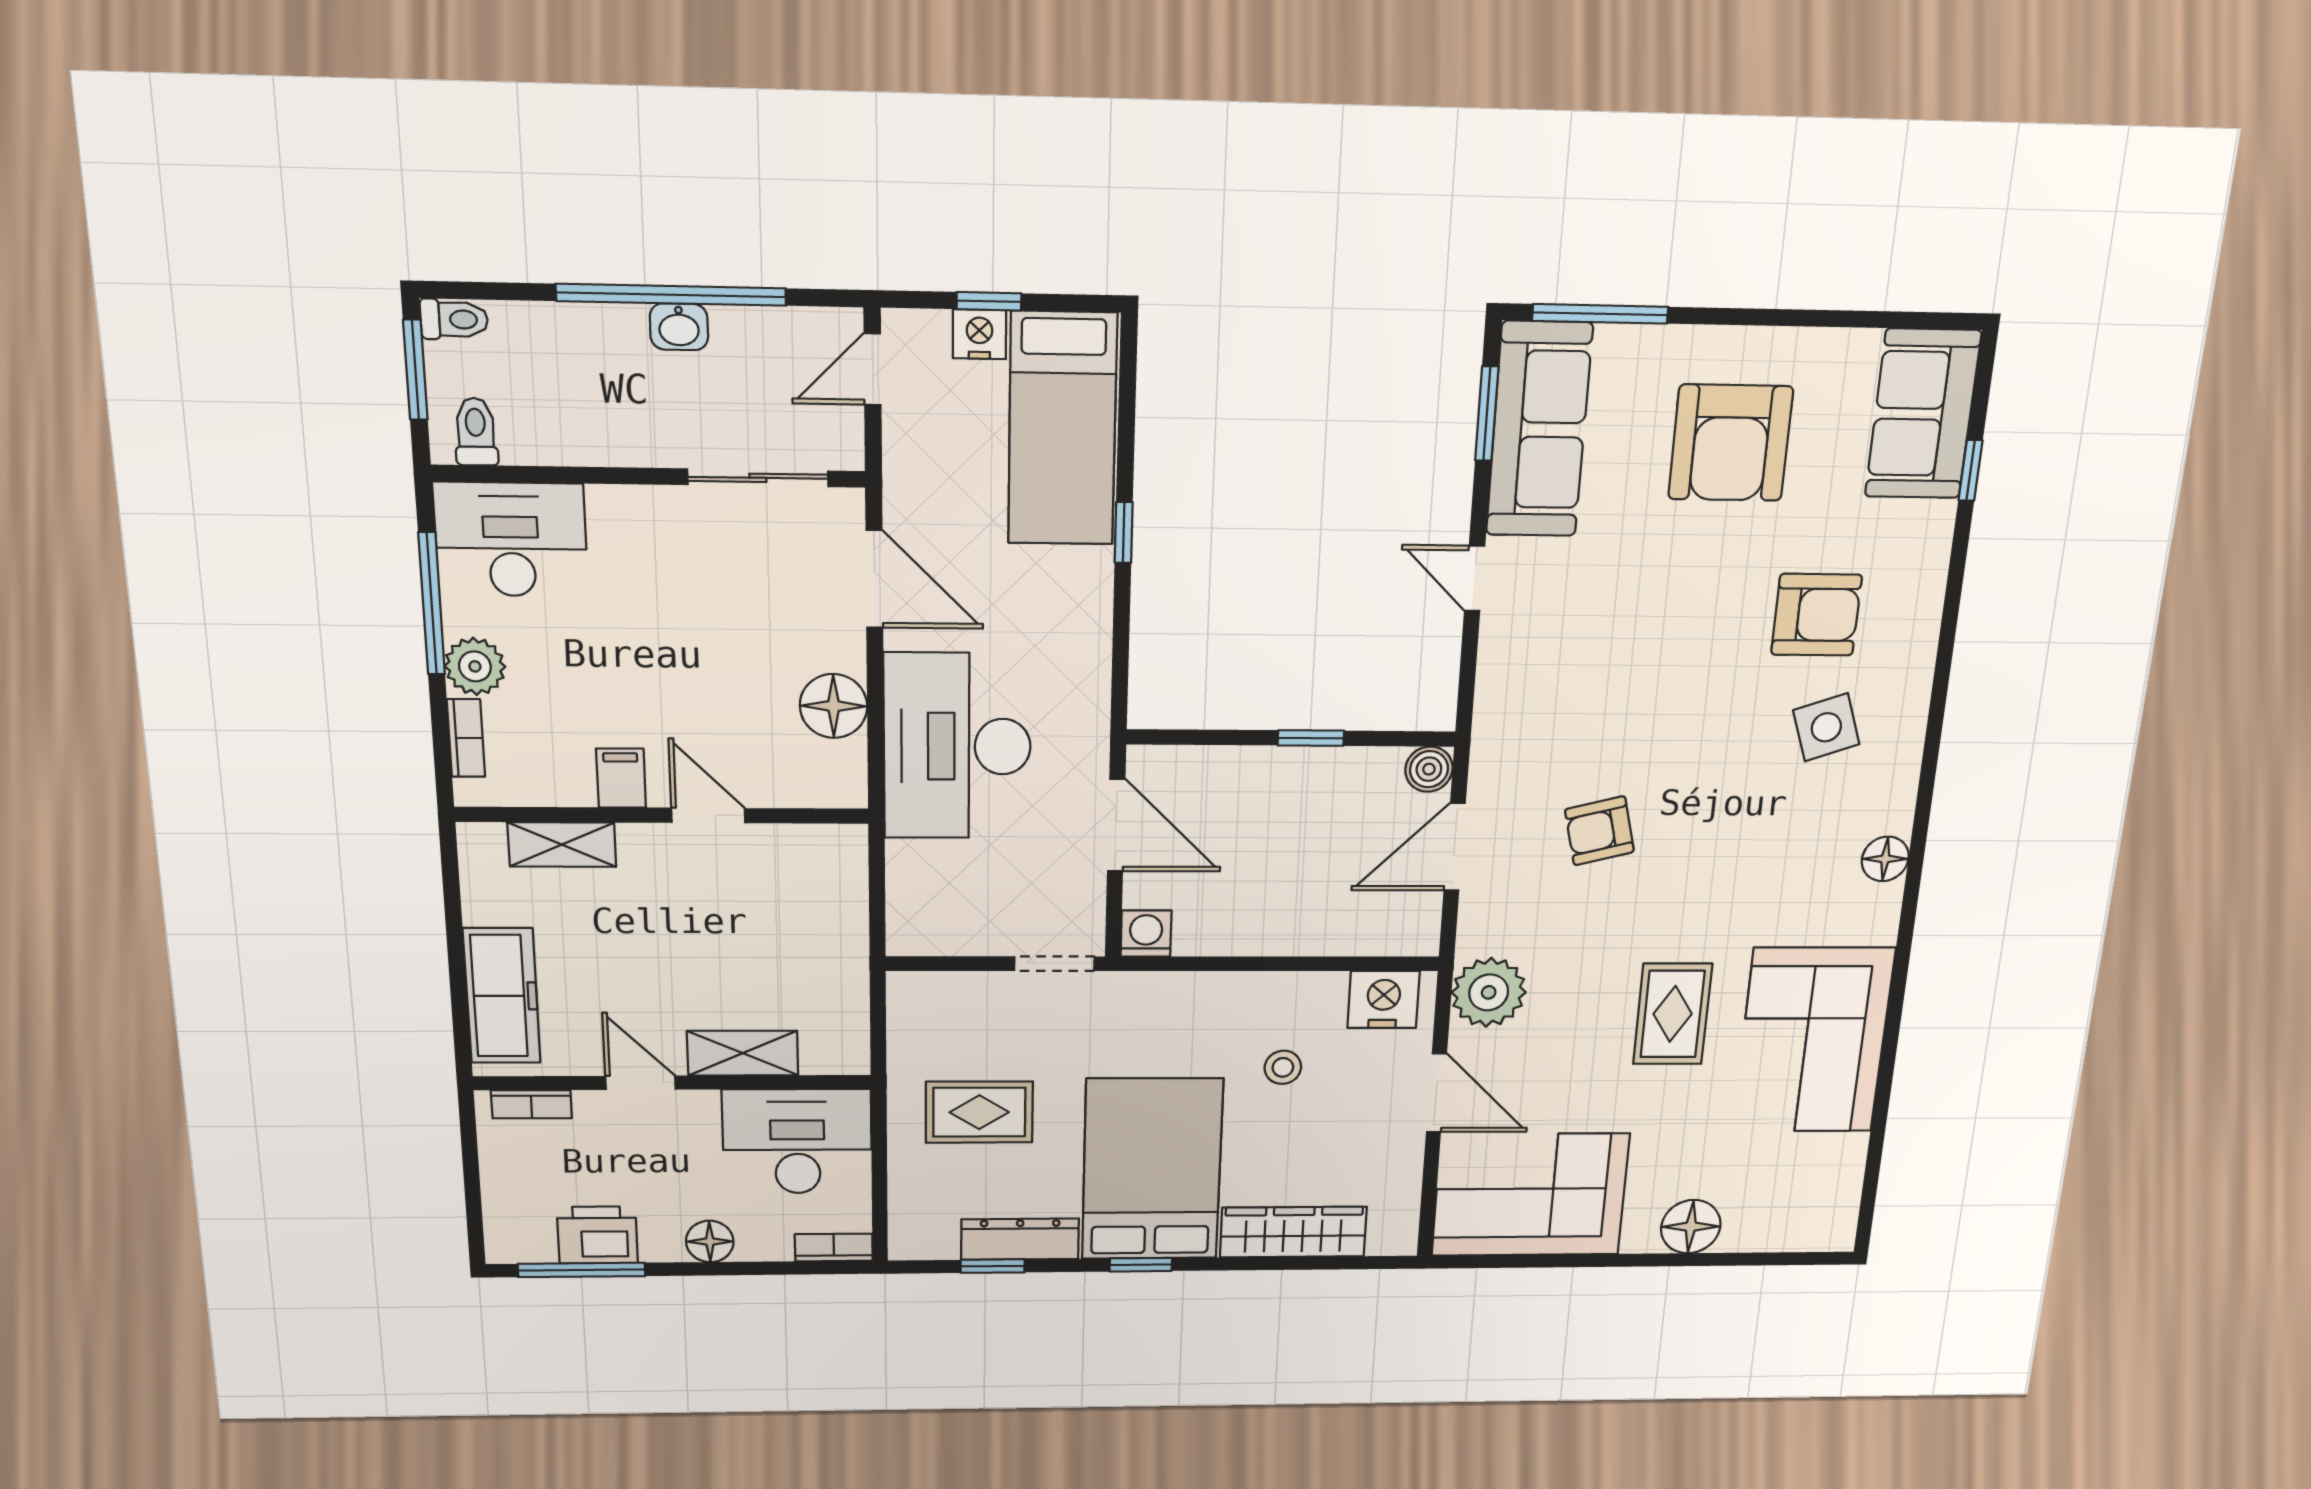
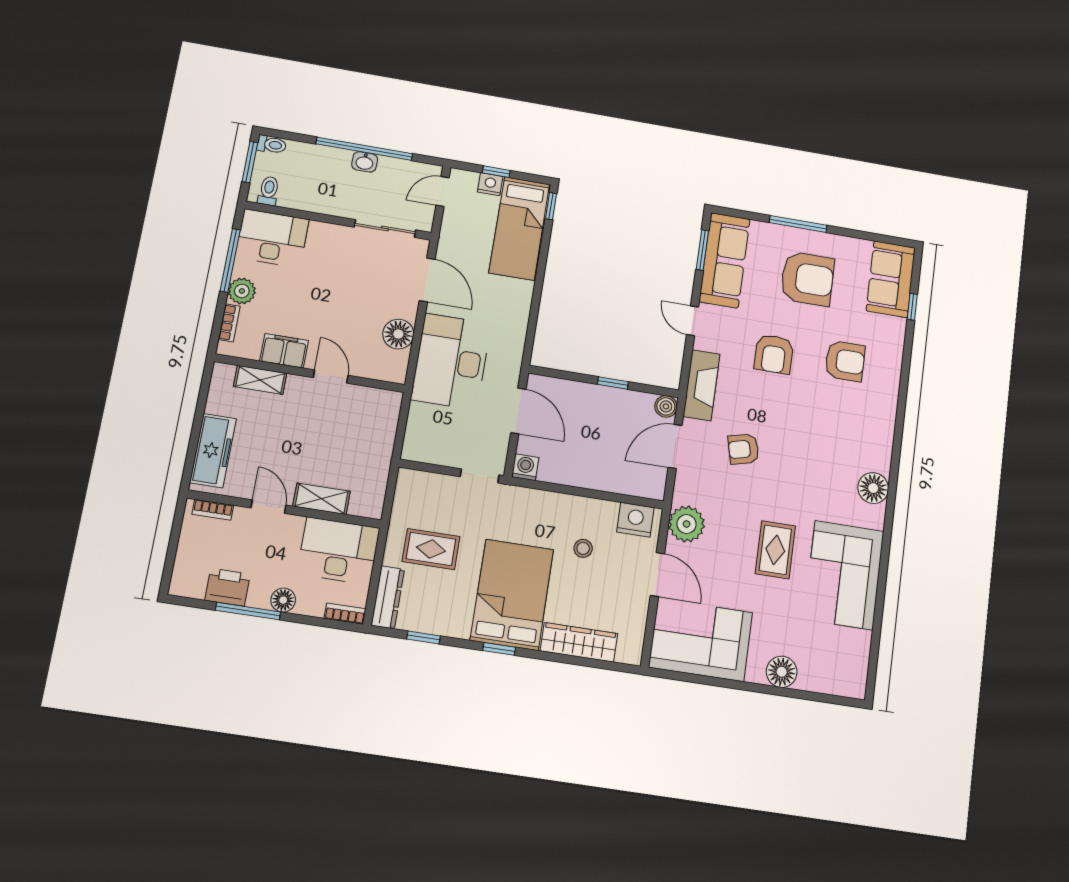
window: (1600, 314) -> (798, 224), moved
armchair: (1731, 443) -> (807, 279), turned -90
window: (1124, 533) -> (551, 206), moved
armchair: (1658, 624) -> (774, 354), added
fireplace: (1503, 714) -> (702, 385), added
side table: (1826, 727) -> (850, 415), removed
filing cabinet: (621, 778) -> (284, 351), width x2.00
floor lamp: (1885, 859) -> (873, 488), width x1.38, depth x1.38
dresser: (1020, 1239) -> (388, 597), moved, turned 90
window: (582, 1270) -> (248, 611), moved

